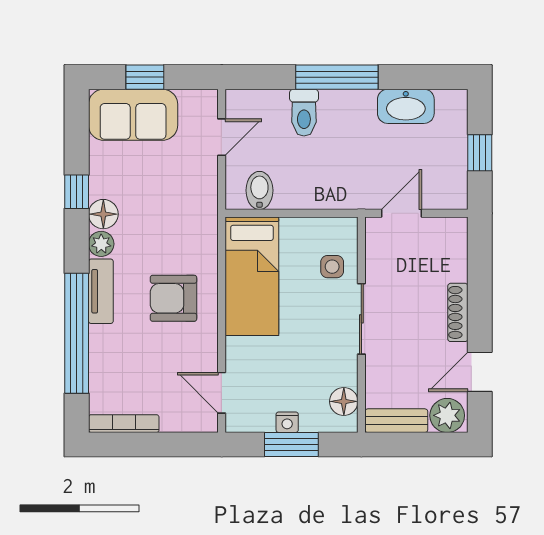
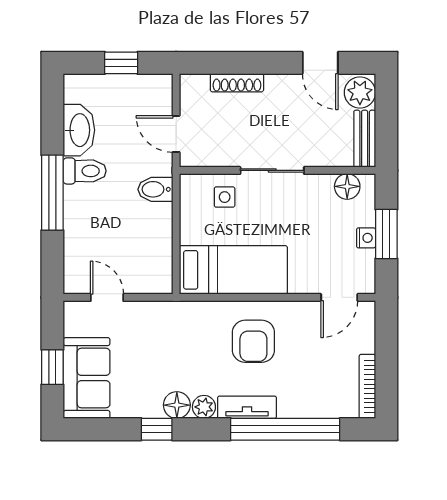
toilet: (304, 113) -> (85, 171), moved
bidet: (259, 190) -> (155, 189), moved
shoe rack: (458, 312) -> (237, 83), moved

